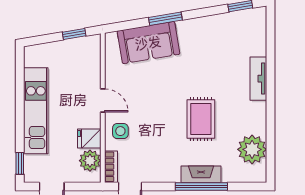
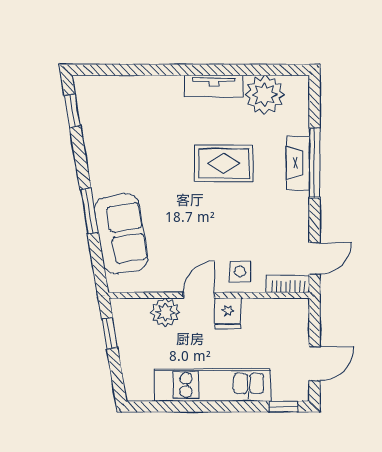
tv unit: (258, 79) -> (214, 86), moved
fridge: (89, 139) -> (228, 313), moved
plant: (90, 161) -> (165, 312), moved

